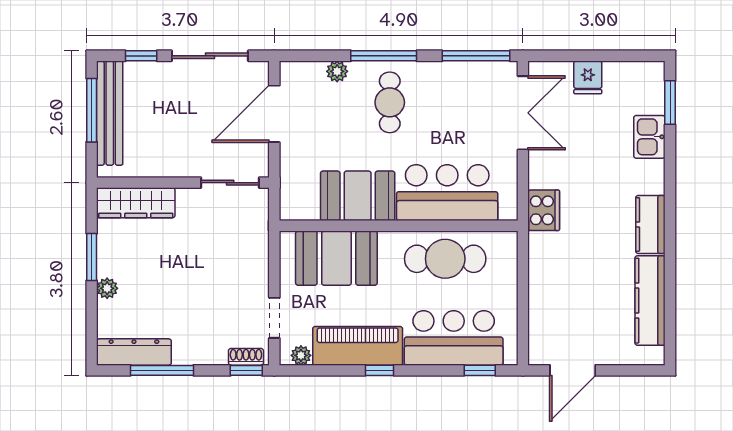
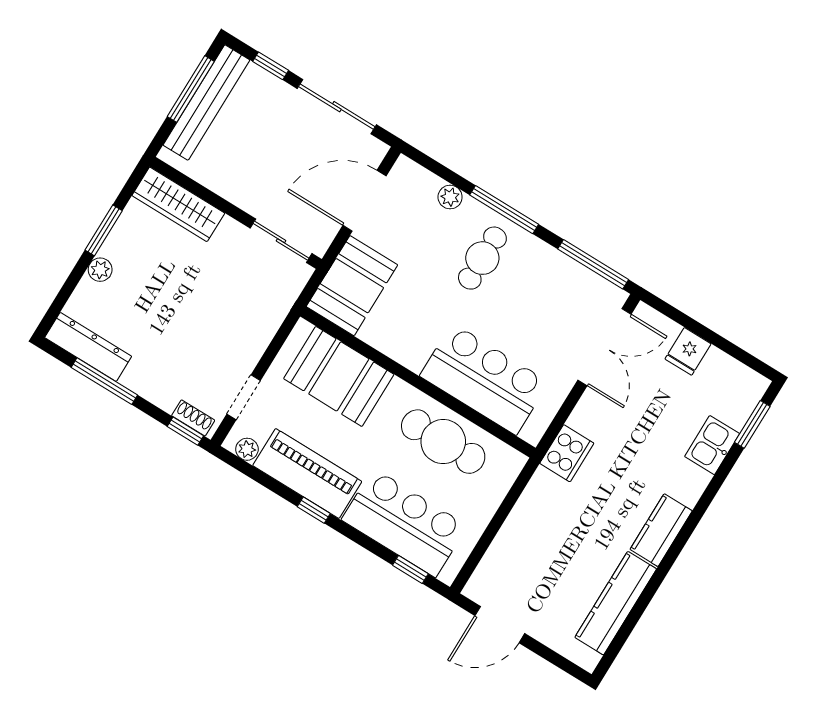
booth: (358, 196) -> (352, 286), moved, turned 90

